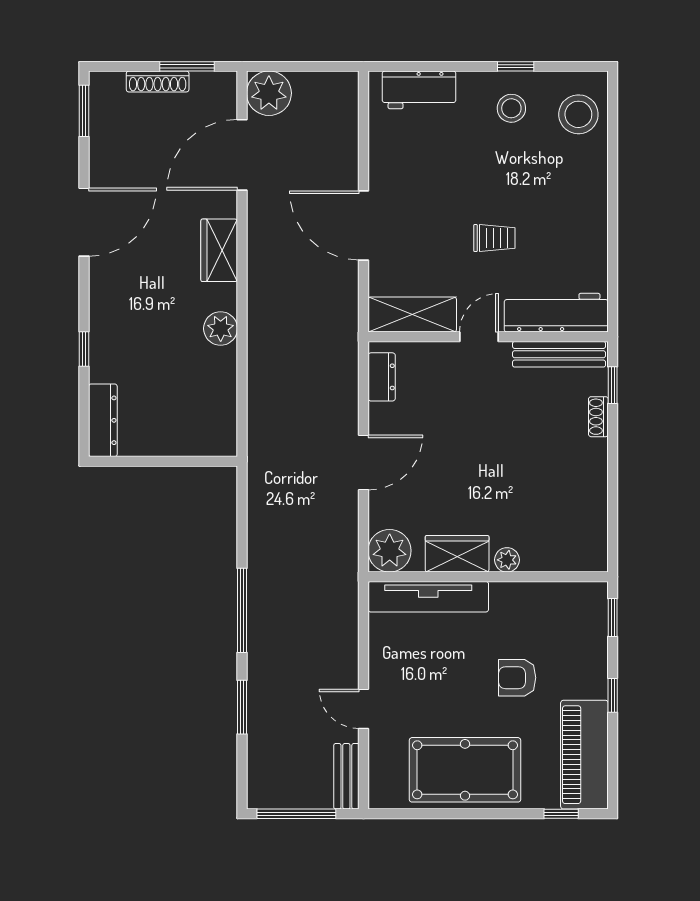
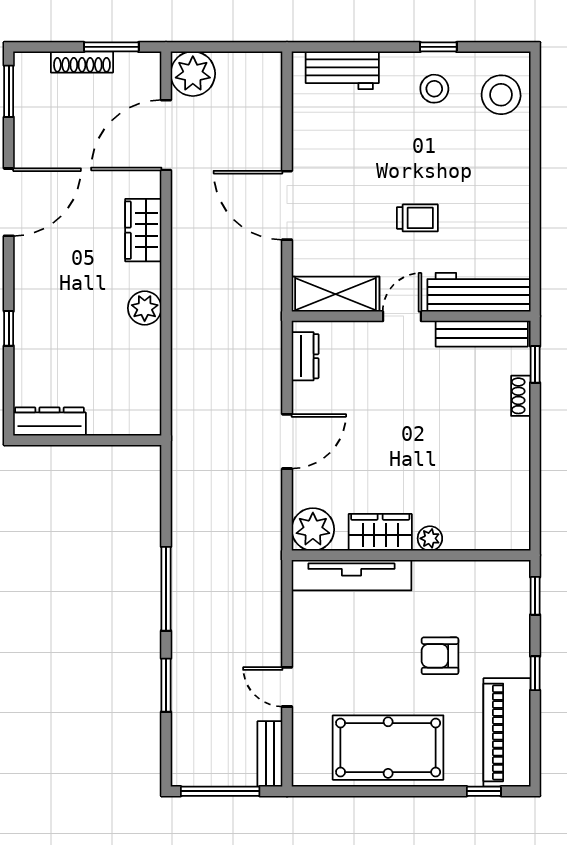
dresser: (103, 420) -> (49, 422), moved, turned -90

